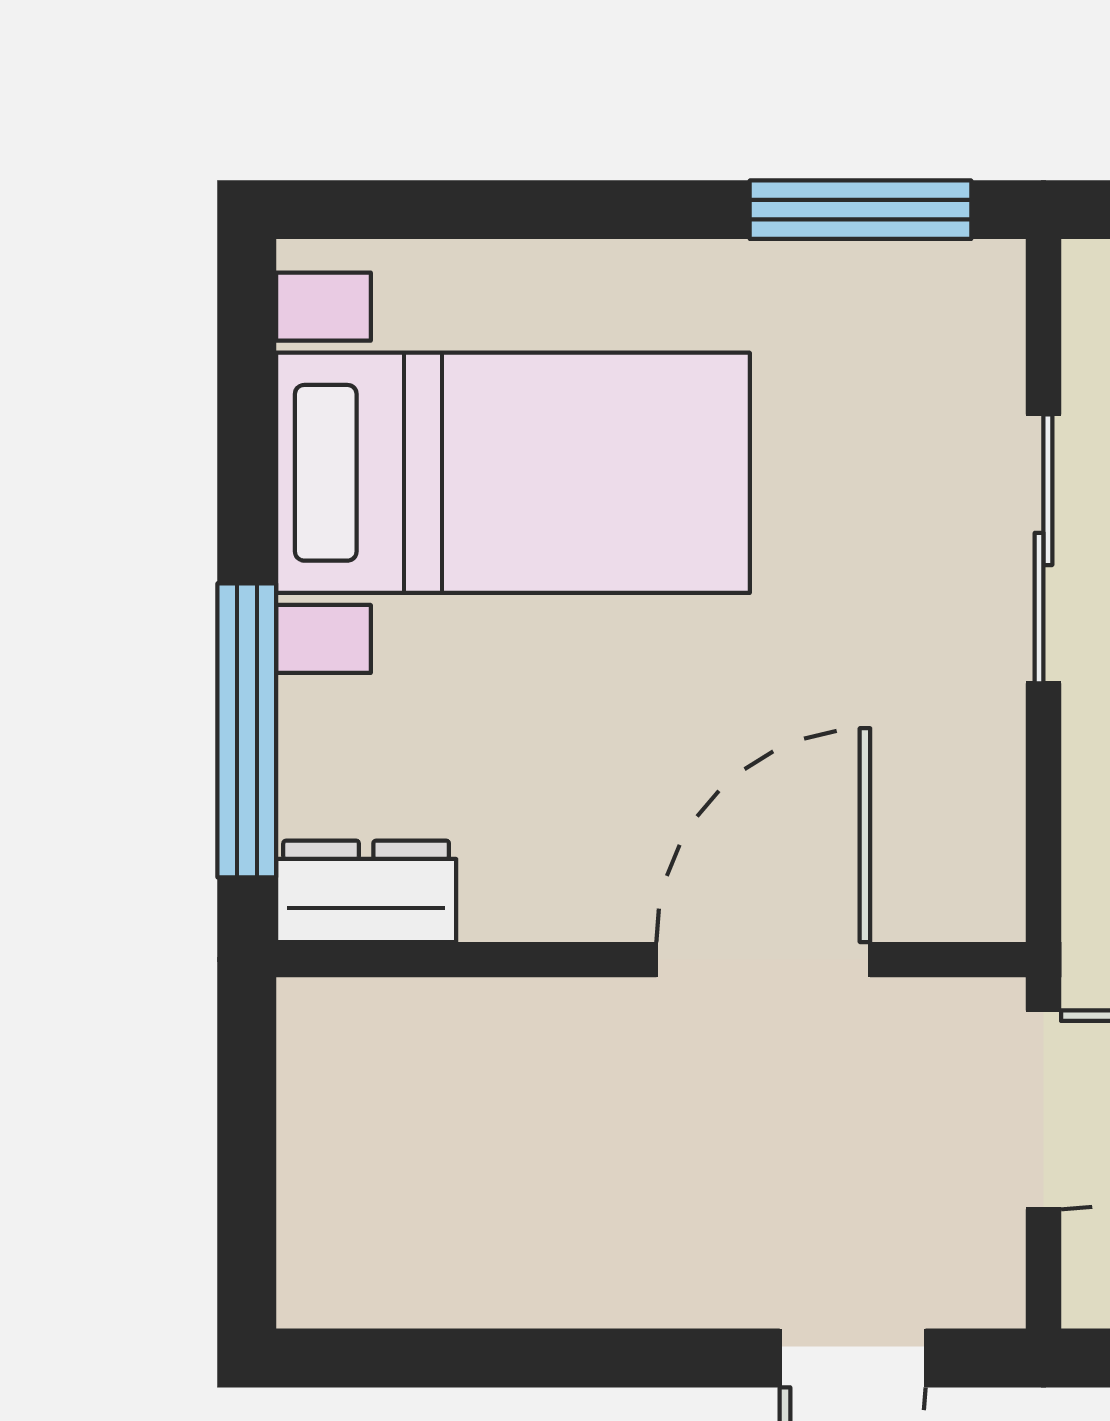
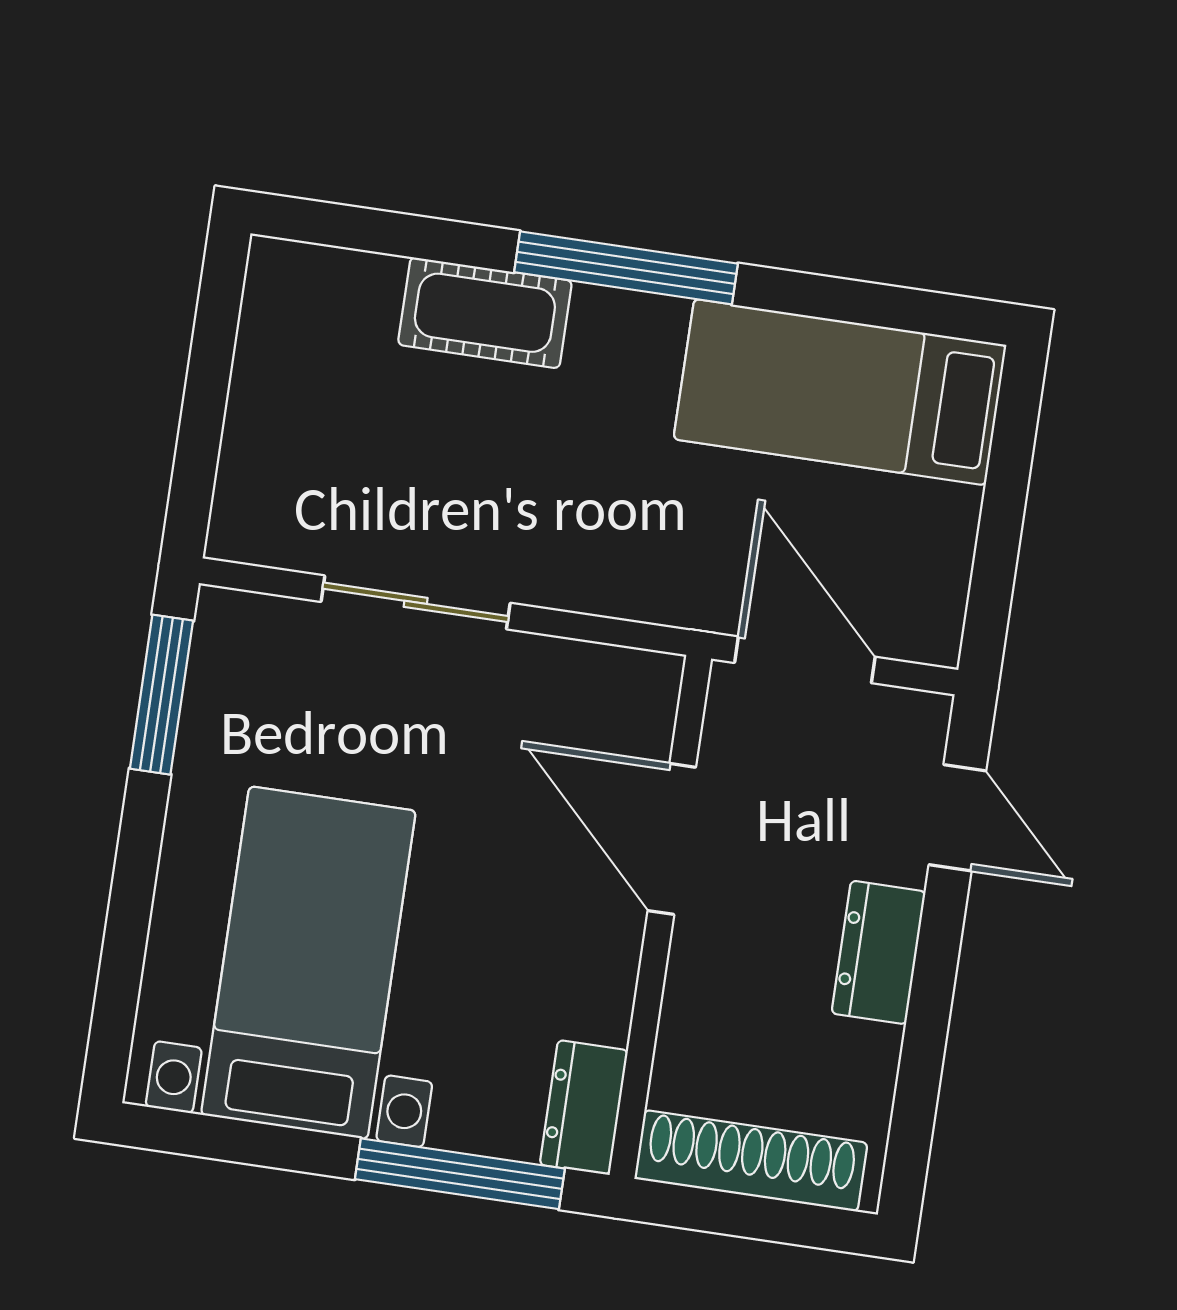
shoe rack: (326, 1138) -> (751, 1161), added
dresser: (646, 1275) -> (879, 952), added

